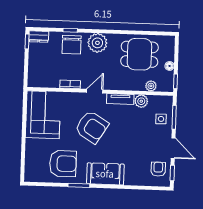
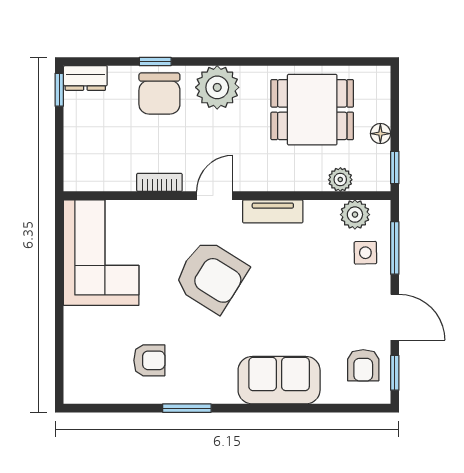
plant: (141, 101) -> (355, 215), moved
armchair: (63, 164) -> (149, 360), width x0.53, depth x0.53
armchair: (158, 169) -> (363, 365), turned 180
sofa: (105, 174) -> (279, 380), moved

